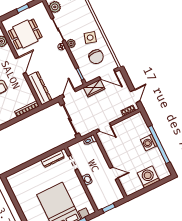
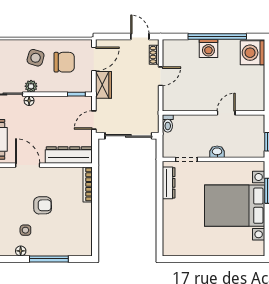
door: (69, 93) -> (94, 120), hinge flipped
door: (104, 127) -> (161, 76), moved
washing machine: (148, 177) -> (252, 53), moved

